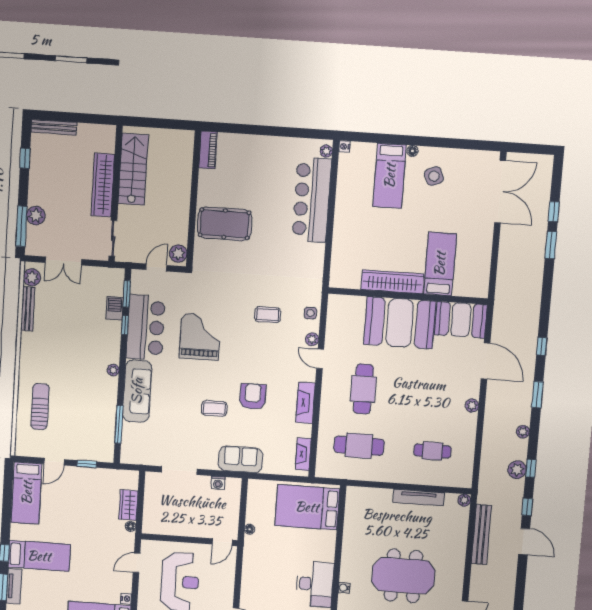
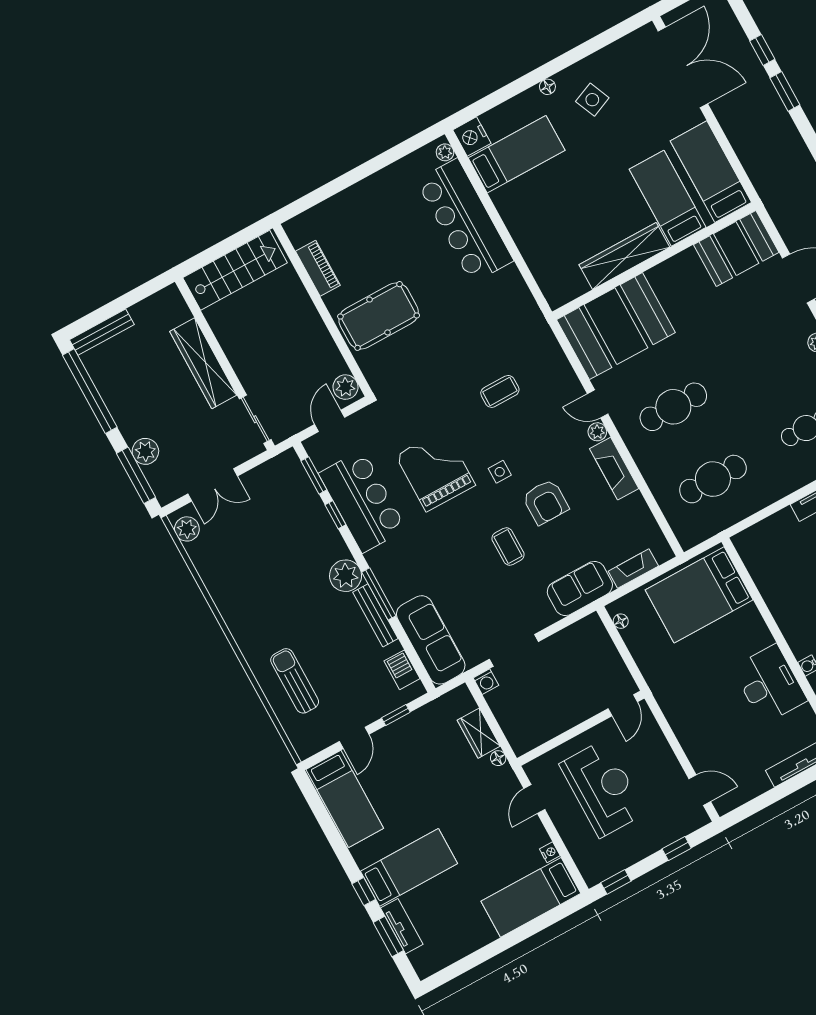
nightstand: (344, 146) -> (472, 137), width x1.89, depth x1.79
piano: (208, 150) -> (318, 268), moved
window: (25, 158) -> (90, 391), width x3.17
stairs: (133, 169) -> (235, 270), moved, turned 90
bed: (390, 176) -> (517, 154), moved, turned -90
bed: (476, 265) -> (711, 172), added
barbecue: (115, 308) -> (402, 670), moved
bench: (28, 309) -> (375, 615), moved
side table: (310, 313) -> (500, 472), moved
booth: (400, 323) -> (616, 326), moved
plant: (312, 339) -> (597, 432), moved
plant: (113, 370) -> (346, 576), width x1.88, depth x1.88
cafe table: (363, 389) -> (673, 407), turned 90
sofa: (137, 391) -> (431, 640), moved
armchair: (253, 396) -> (545, 502), turned 180
coffee table: (214, 408) -> (508, 547), turned 90
window: (119, 424) -> (379, 594), moved
fireplace: (303, 454) -> (633, 569), moved, turned 90
washing machine: (218, 483) -> (486, 682), moved
floor lamp: (250, 529) -> (621, 621), moved

